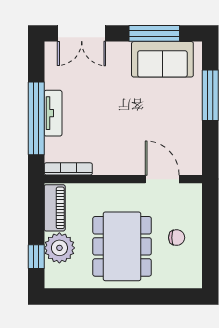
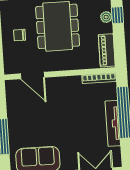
tv unit: (53, 113) -> (113, 123), width x1.41
plant: (59, 248) -> (106, 17), width x0.53, depth x0.53

